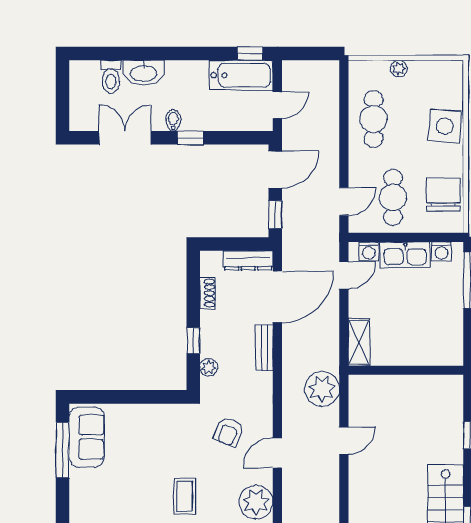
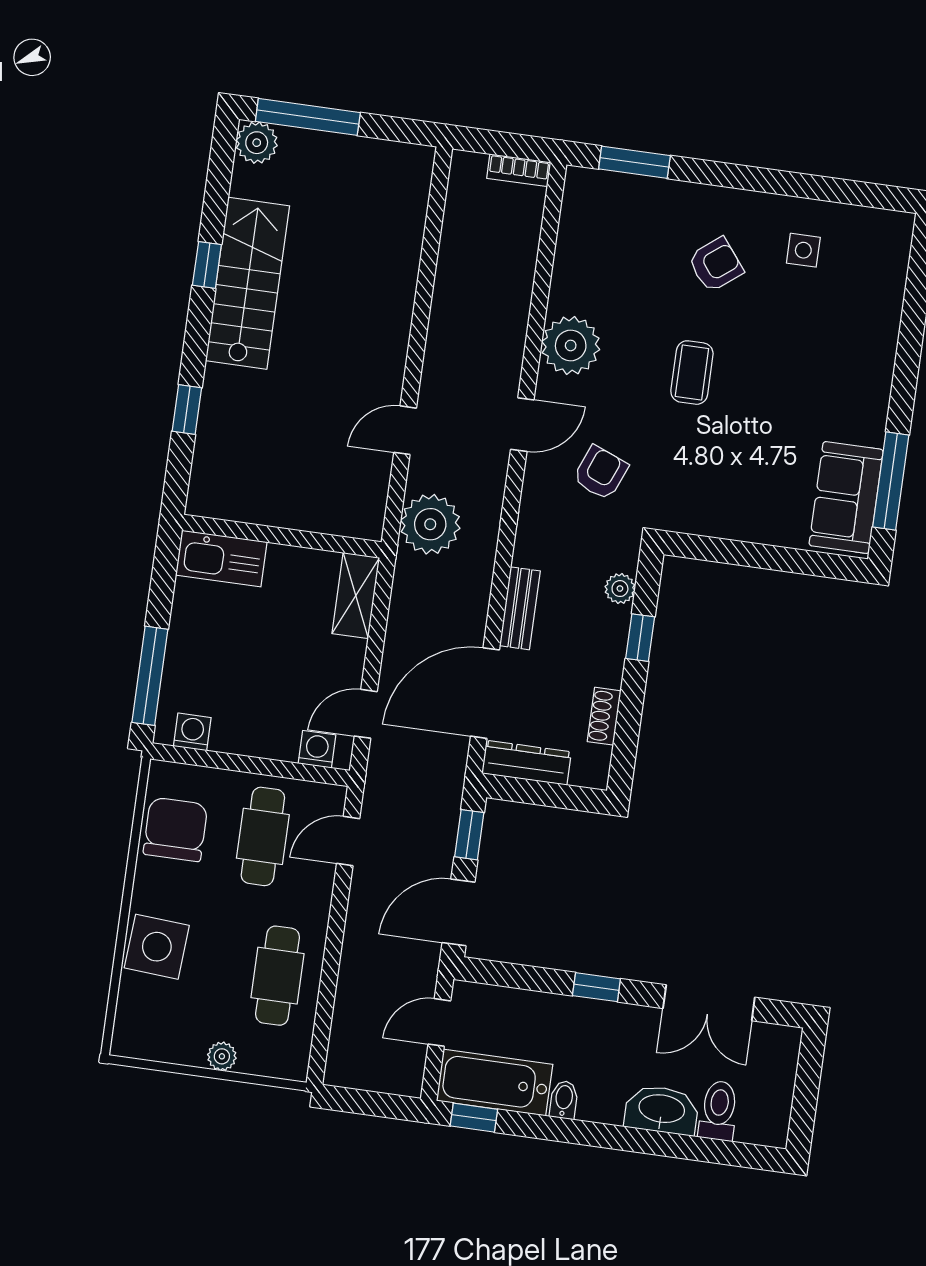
bidet: (173, 120) -> (564, 1100), moved, turned 180
chair: (443, 194) -> (175, 829), turned 180
kitchen sink: (405, 255) -> (221, 559), moved, turned 180

